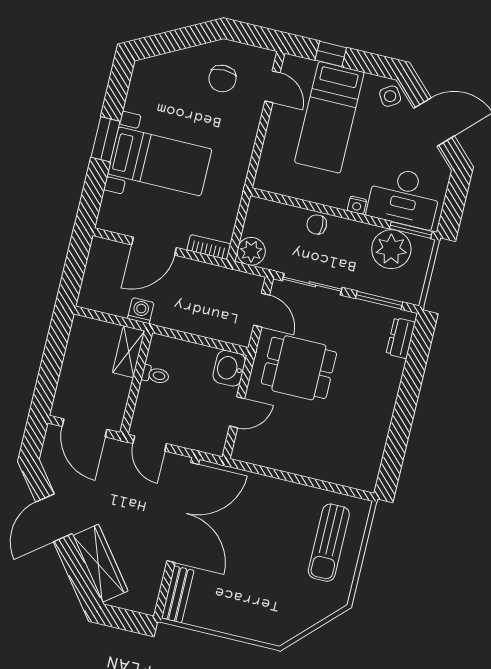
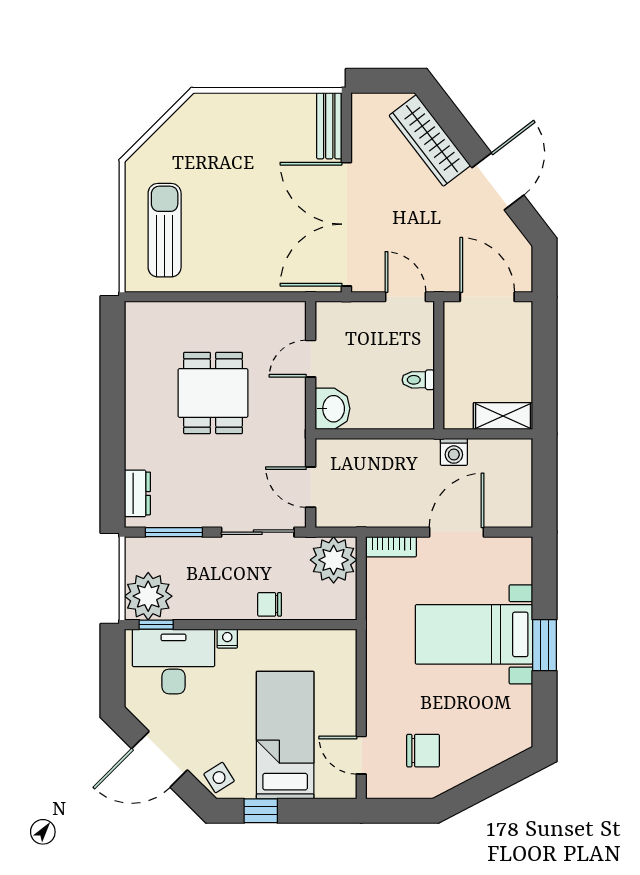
window: (331, 54) -> (261, 811), moved
chair: (222, 79) -> (423, 751), turned 90
chair: (317, 224) -> (270, 604), turned 180
window: (411, 230) -> (156, 625), width x0.67
plant: (391, 249) -> (148, 596), moved
plant: (251, 251) -> (334, 560), width x1.36, depth x1.36
shelving: (129, 352) -> (503, 416), moved, turned 90
dining table: (299, 368) -> (213, 393), moved, turned 90

